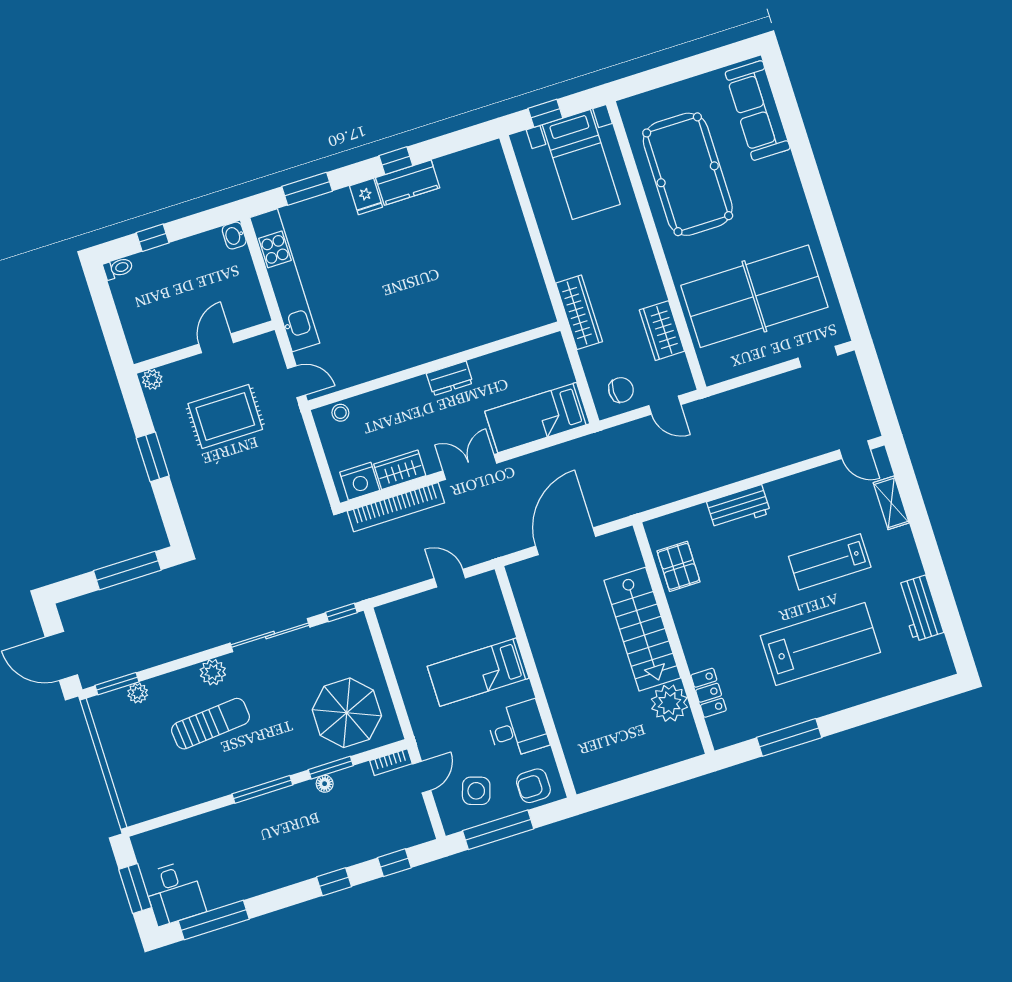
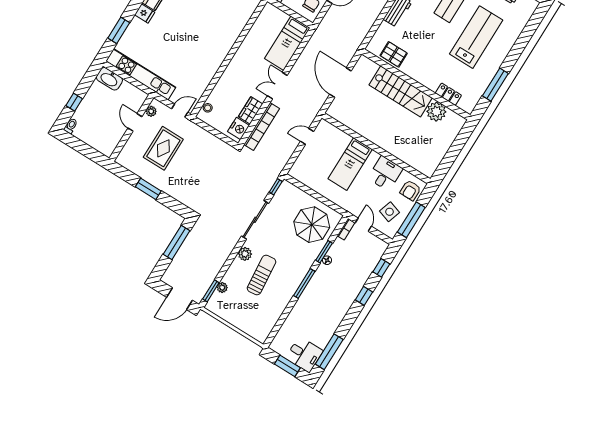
washbasin: (234, 236) -> (109, 79), width x1.91, depth x1.45
dresser: (450, 378) -> (239, 57), removed
plant: (152, 379) -> (151, 111), moved

